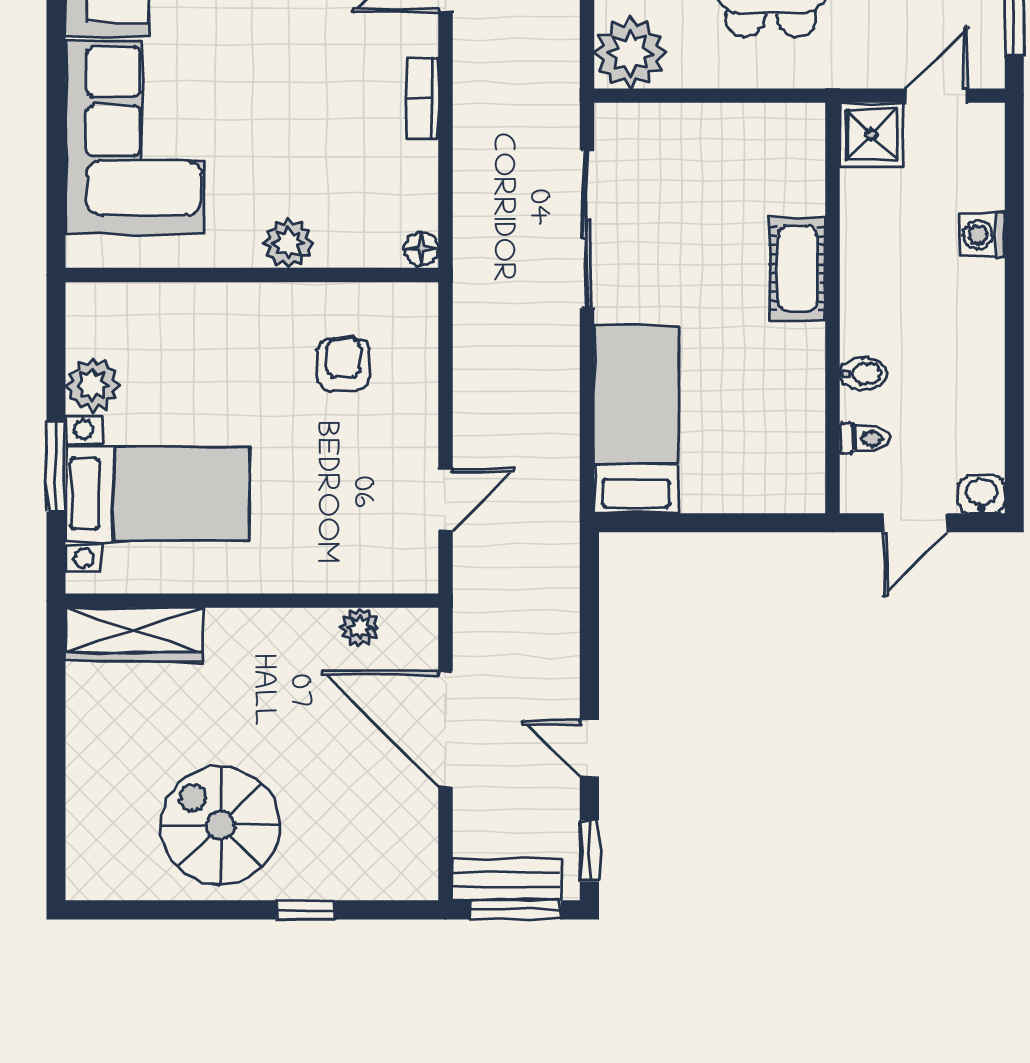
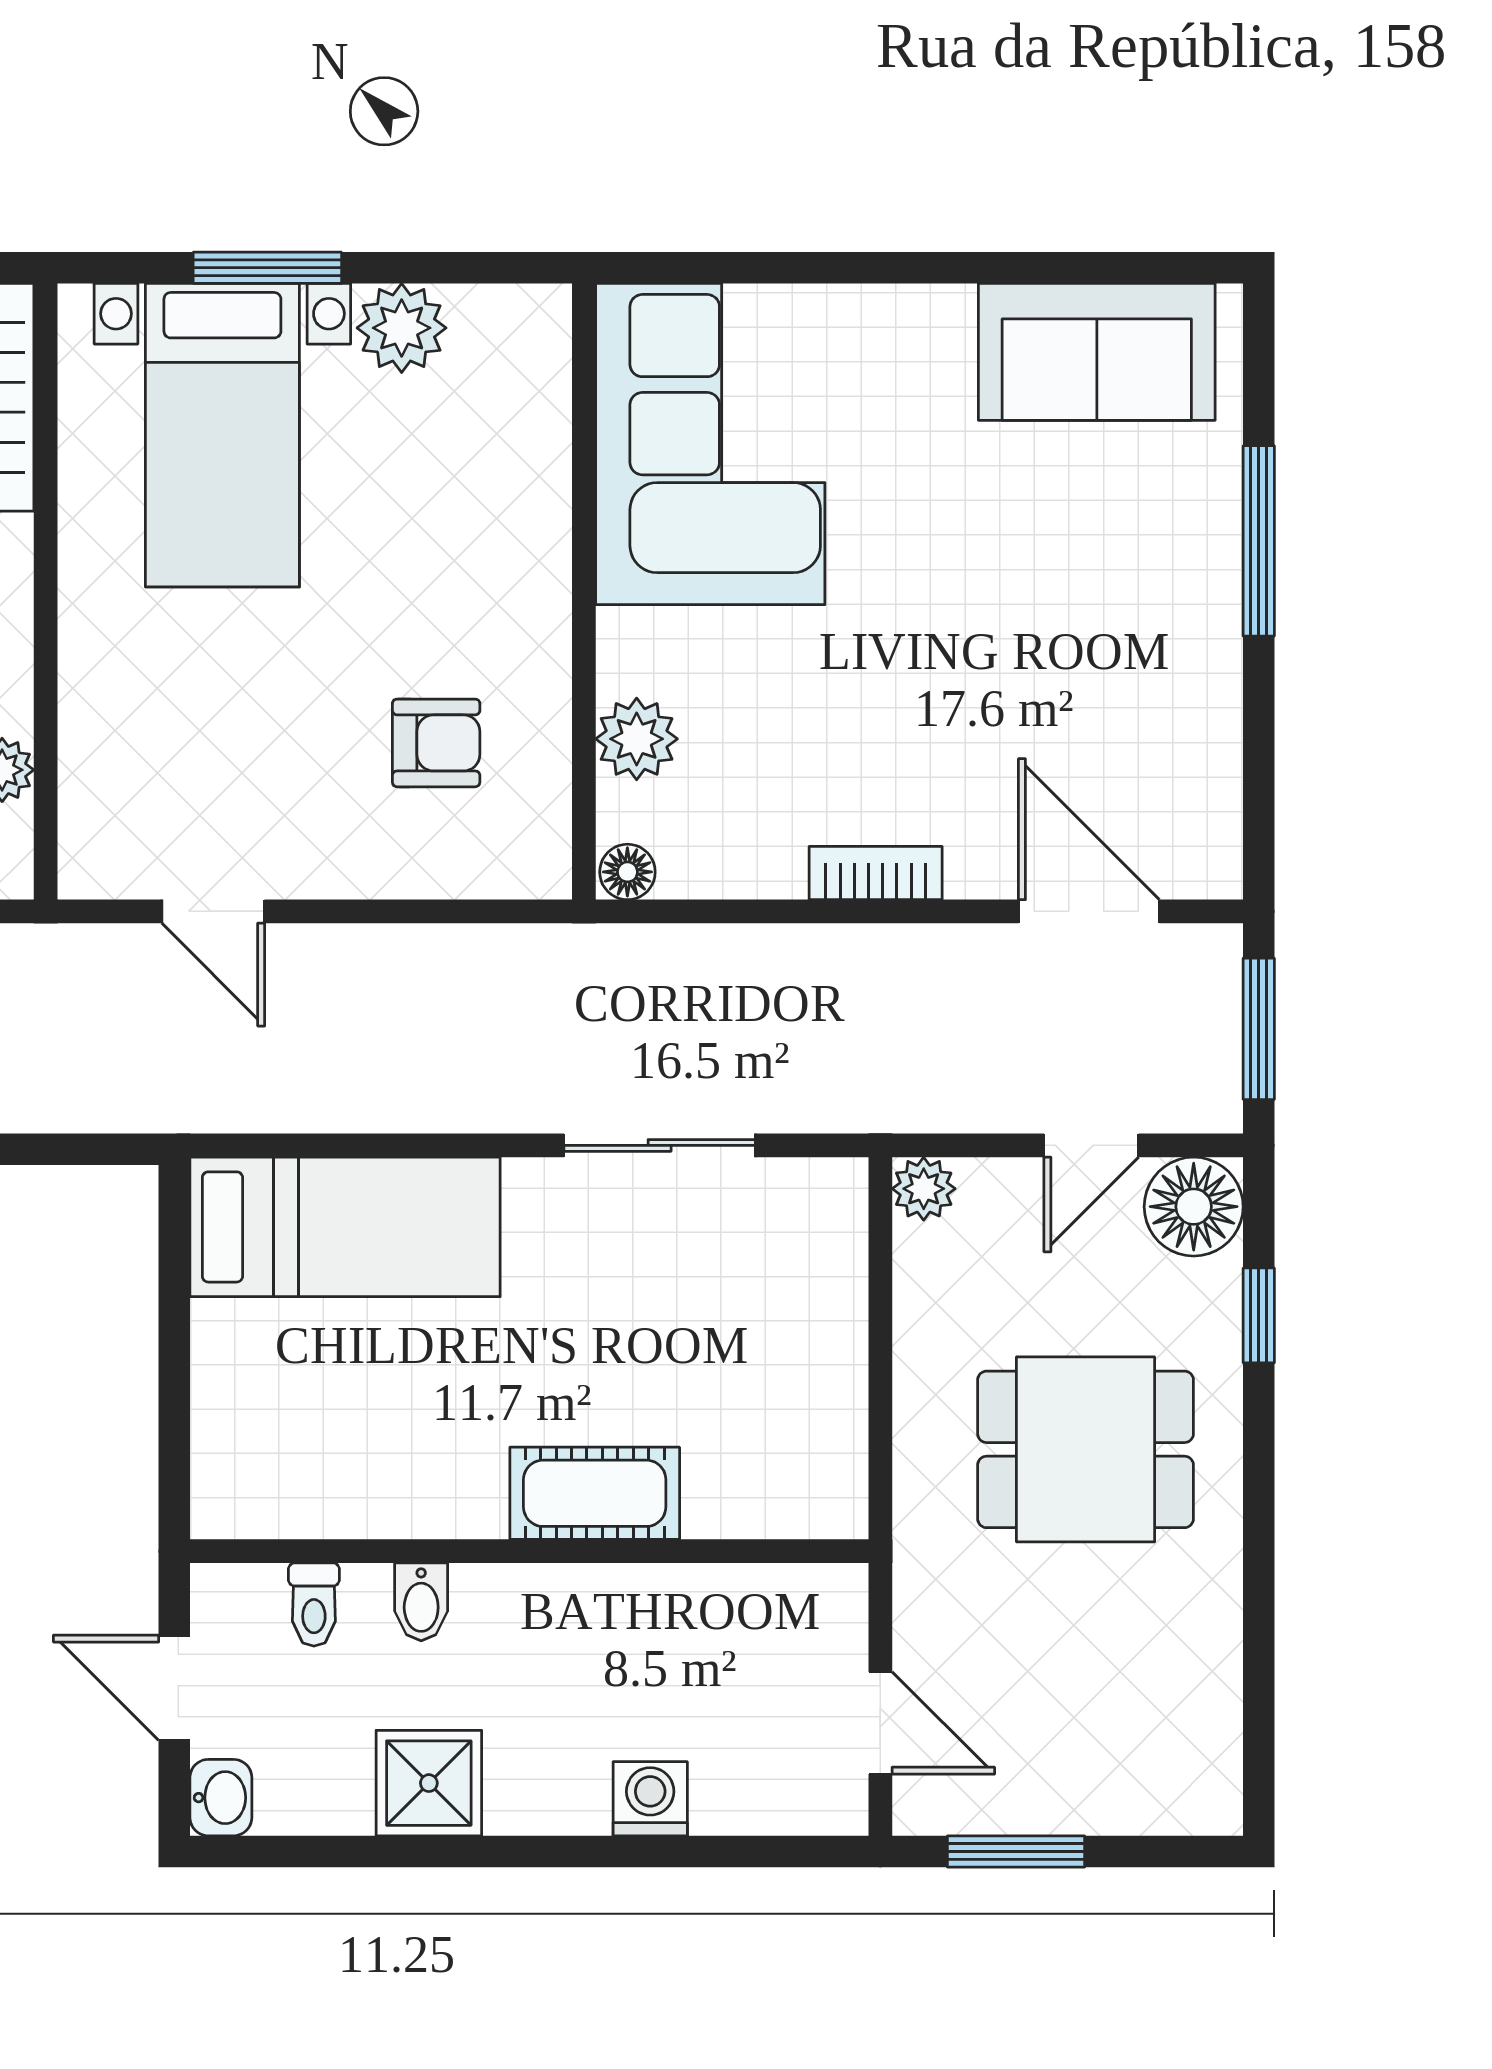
plant: (630, 53) -> (924, 1189), width x0.53, depth x0.53
shower: (871, 135) -> (429, 1783), moved
corner sofa: (135, 137) -> (710, 444), moved, turned -90
sliding door: (587, 229) -> (660, 1145), width x0.73
plant: (288, 243) -> (637, 739), moved

